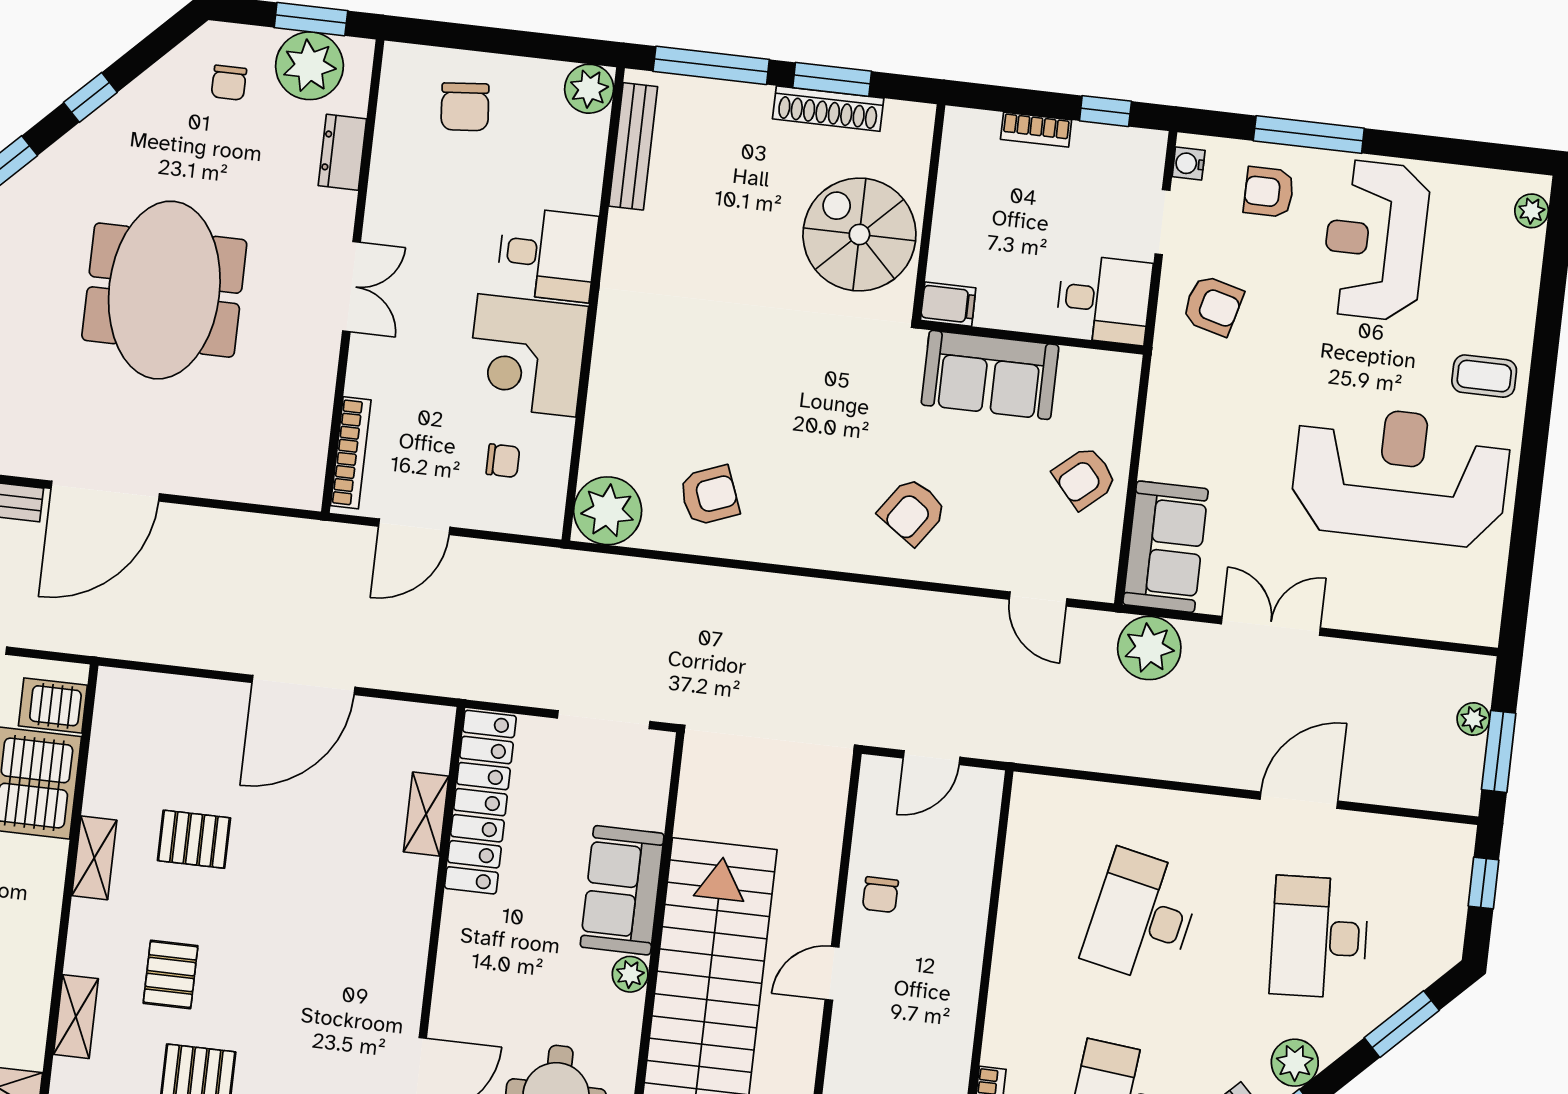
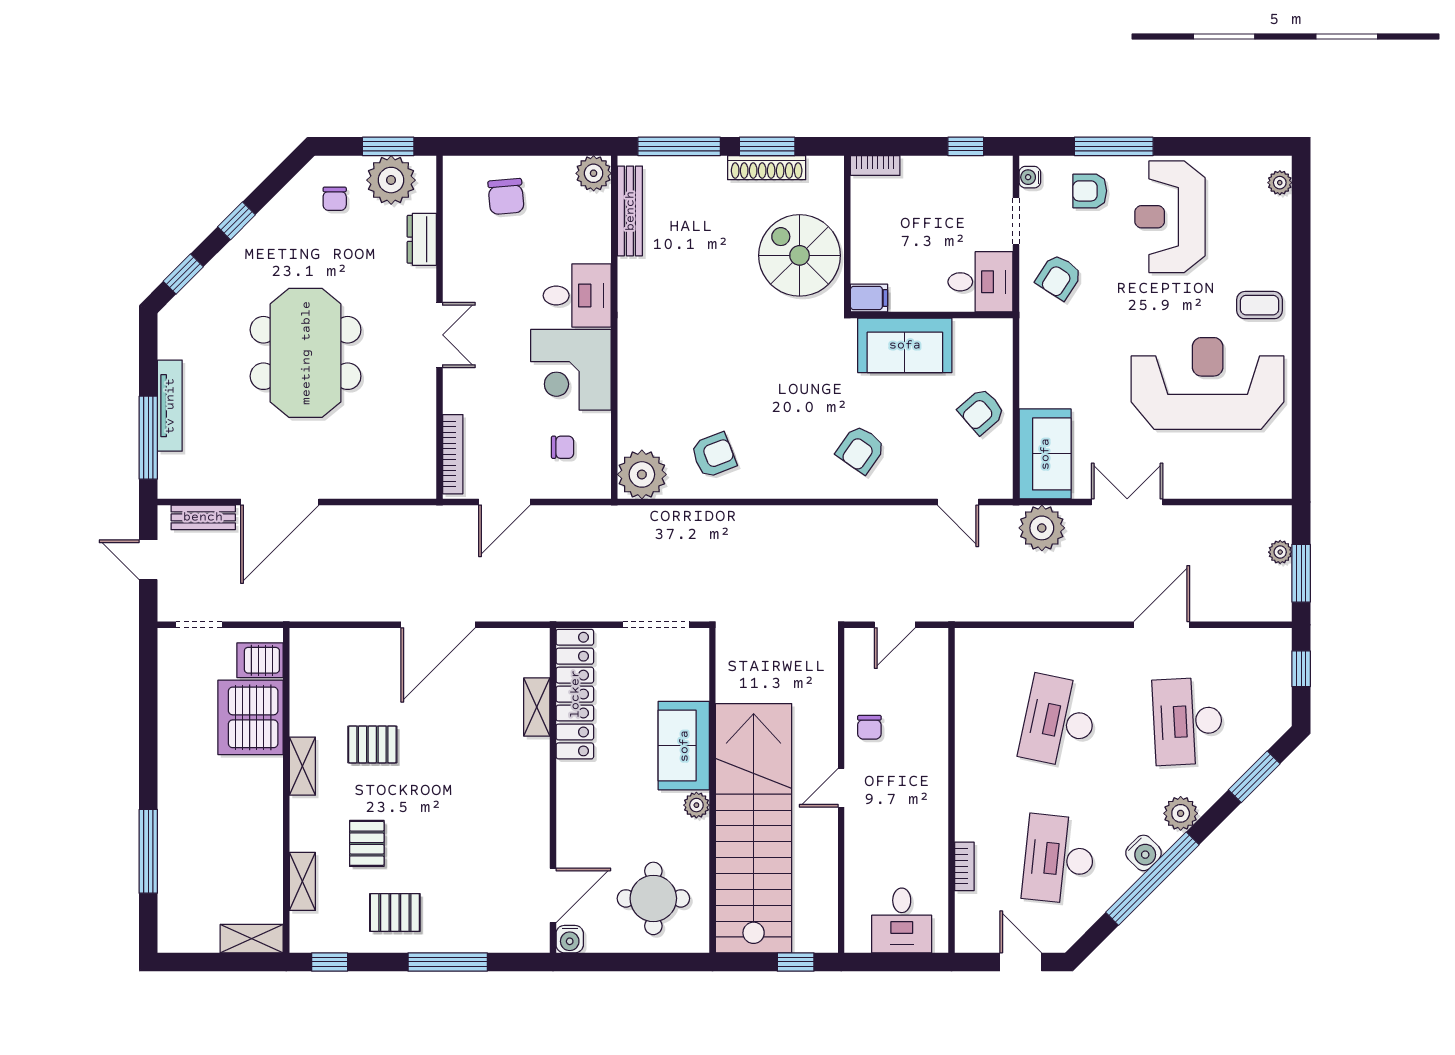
bookcase: (1036, 130) -> (875, 165), moved
armchair: (1213, 305) -> (1059, 277), turned 108

